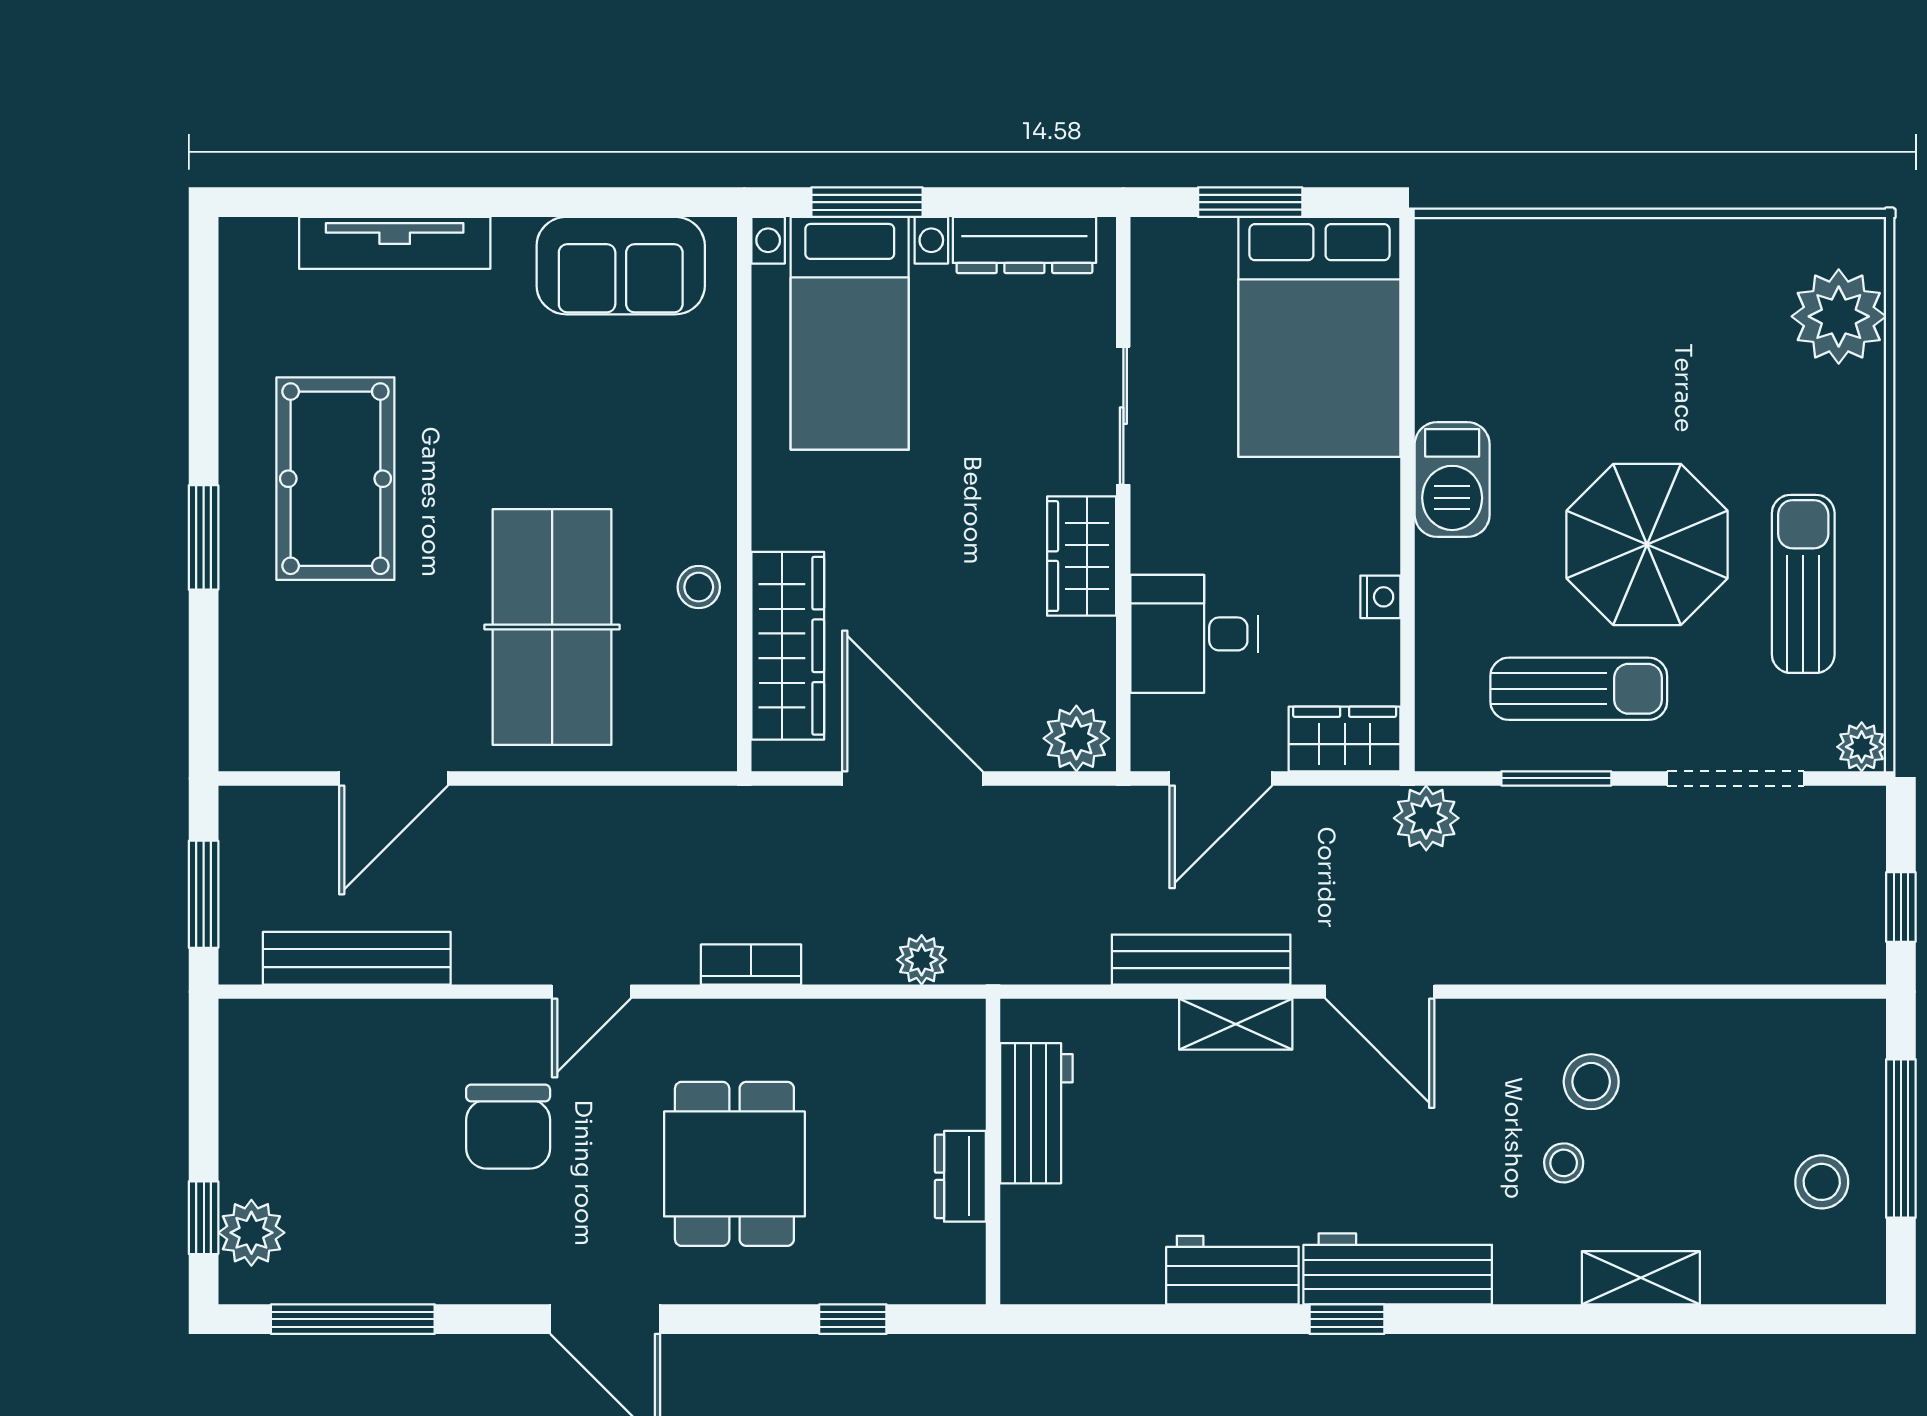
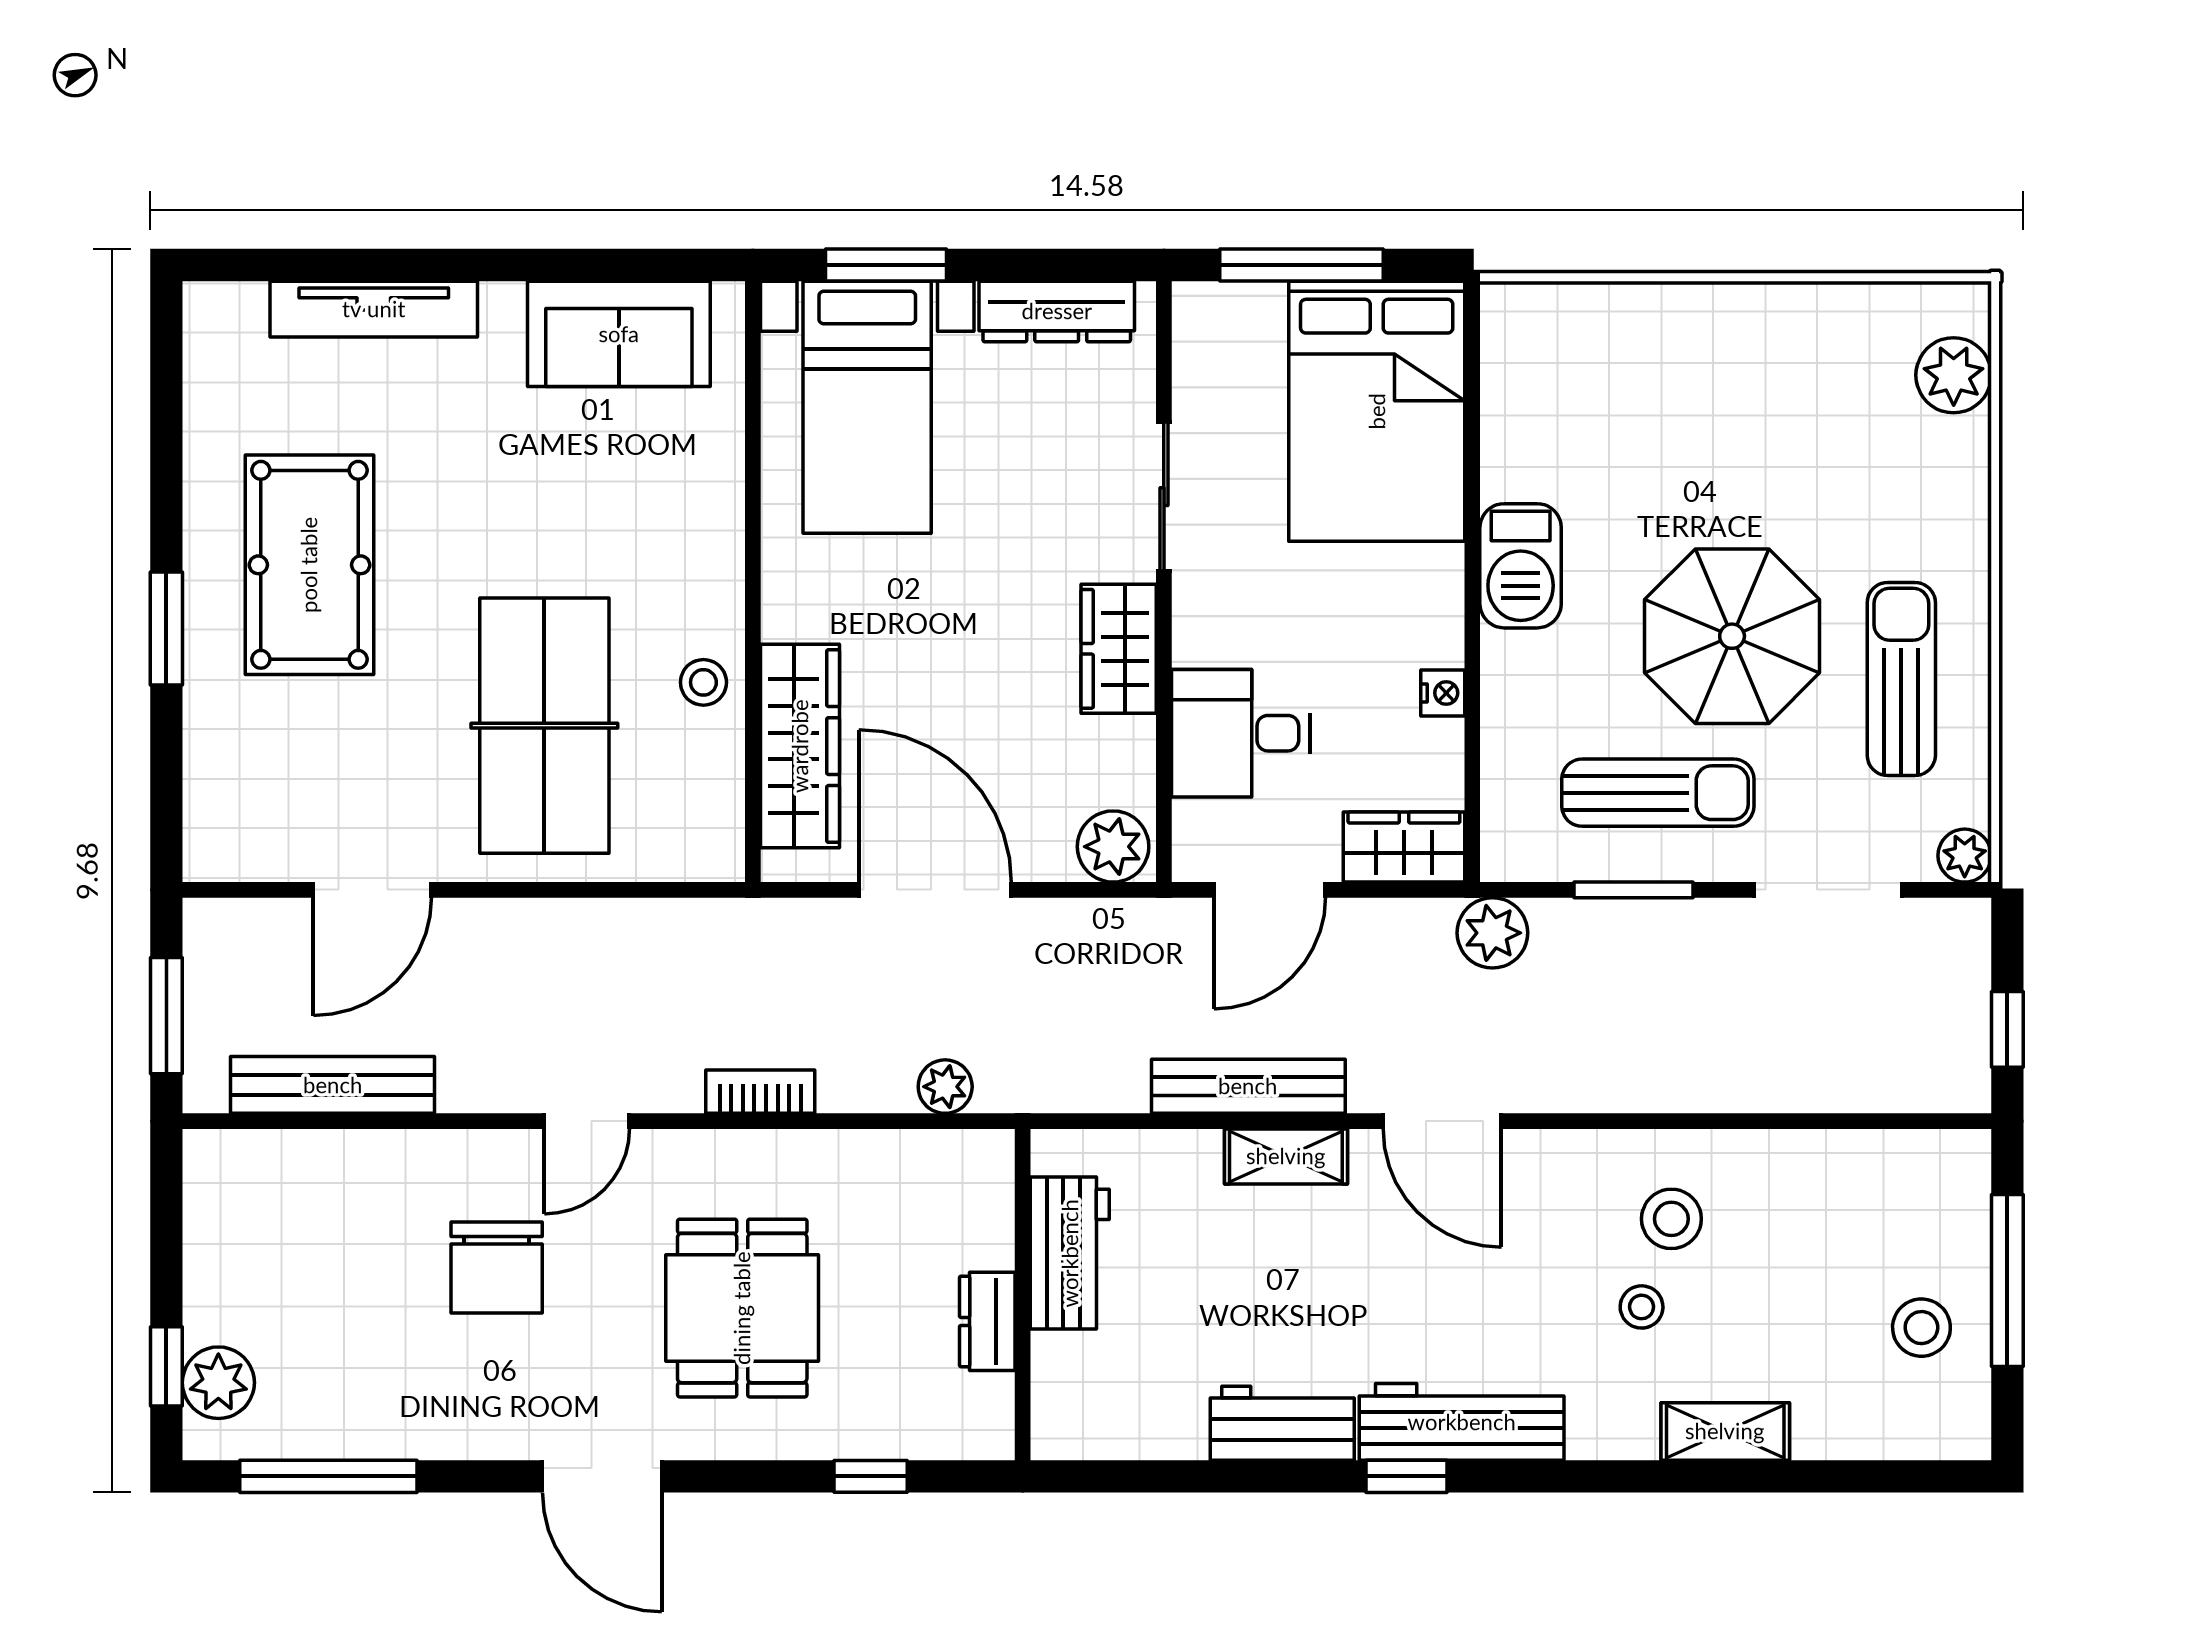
window: (1250, 202) -> (1302, 265), width x1.44
plant: (1839, 316) -> (1954, 375), width x0.73, depth x0.73

